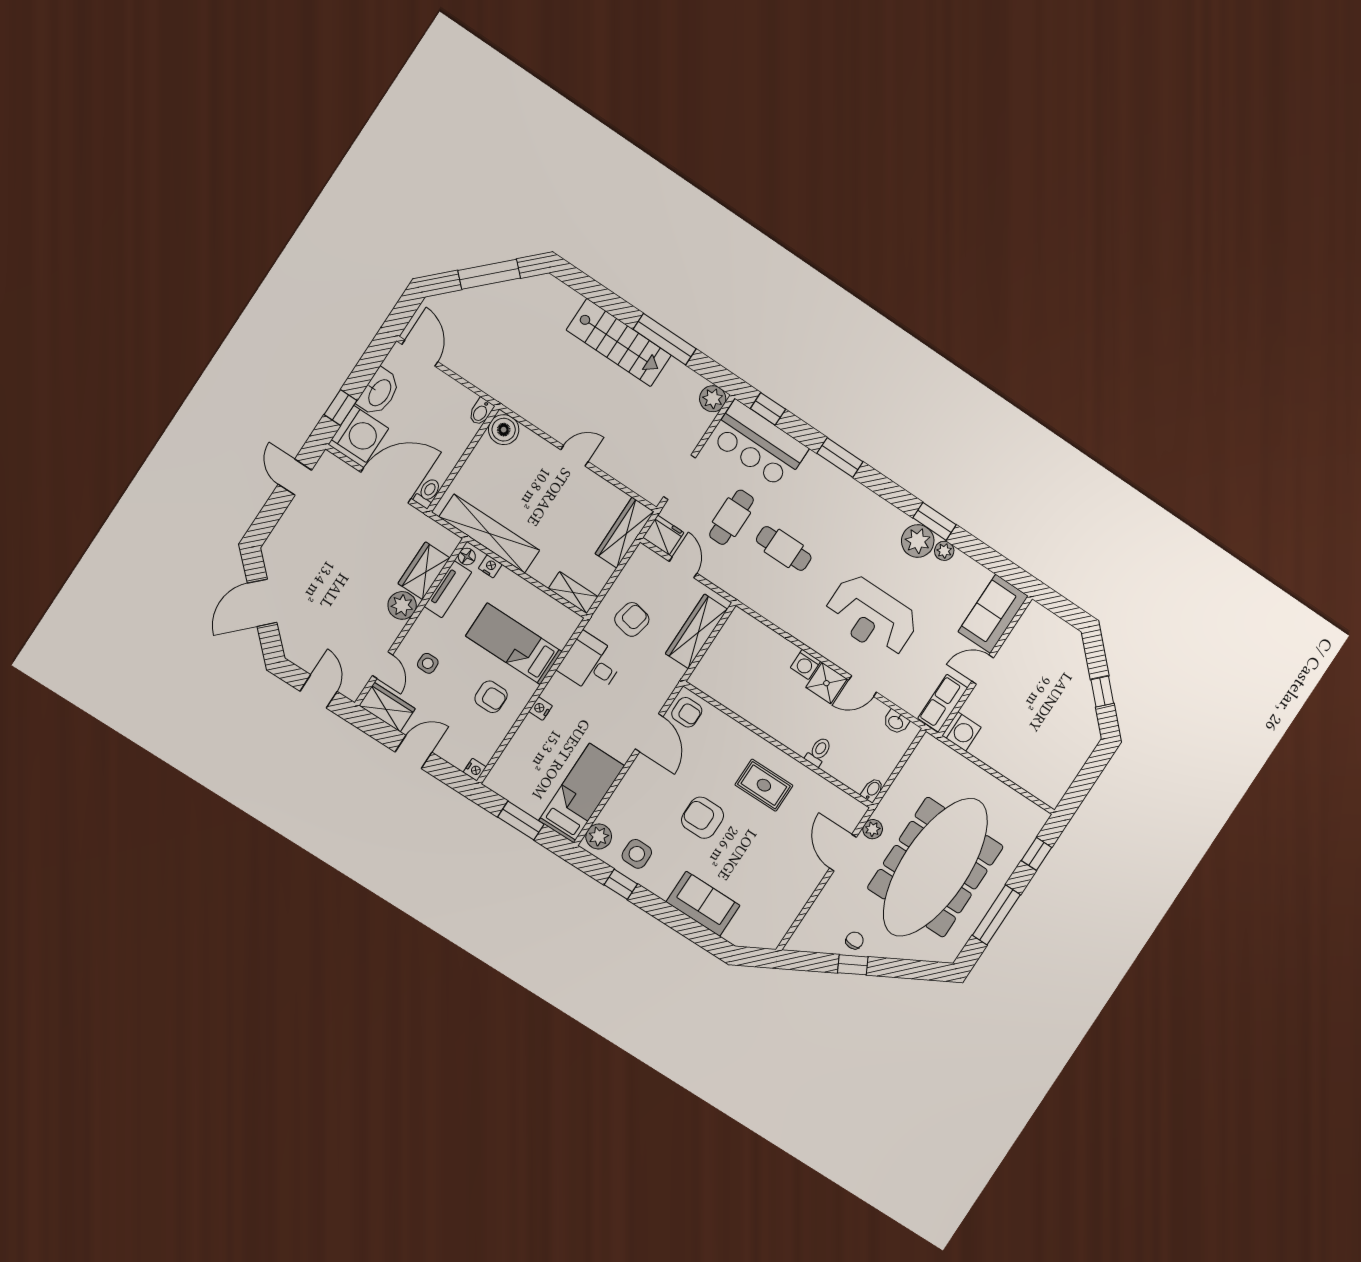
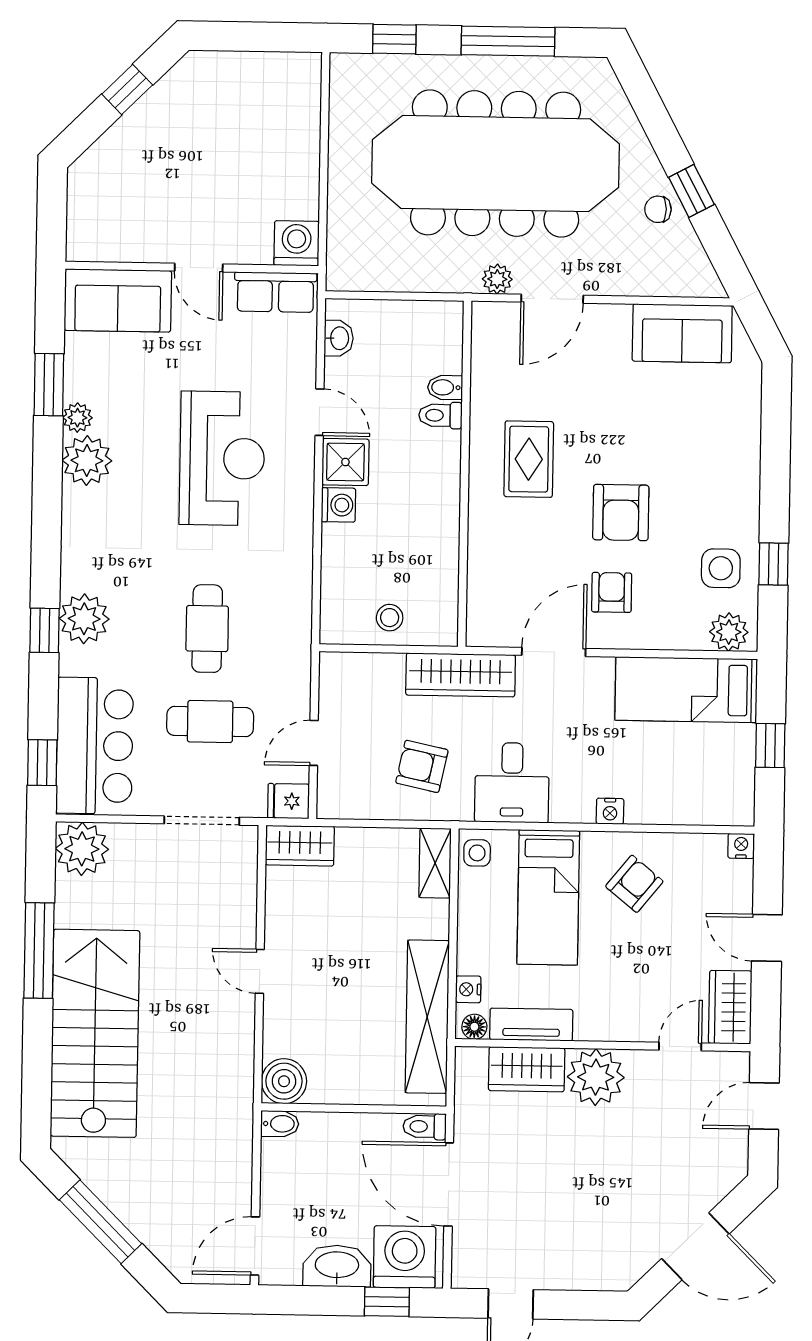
stairs: (619, 343) -> (95, 1033), width x1.36, depth x1.51
plant: (713, 399) -> (82, 849), width x1.36, depth x1.36
window: (840, 458) -> (45, 630), width x0.67
plant: (832, 484) -> (84, 619), added
window: (935, 521) -> (49, 385), moved
wardrobe: (625, 533) -> (300, 846), width x0.67
fridge: (663, 535) -> (288, 801), width x0.72
plant: (402, 605) -> (596, 1077), width x1.36, depth x1.36
wardrobe: (696, 631) -> (461, 675), moved
stool: (726, 654) -> (390, 618), added
side table: (428, 663) -> (477, 853), moved
armchair: (491, 697) -> (634, 884), turned 39
armchair: (687, 712) -> (612, 592), moved
bidet: (872, 790) -> (445, 387), moved
window: (521, 821) -> (770, 746), width x0.67
sofa: (703, 904) -> (682, 333), moved, turned -90

